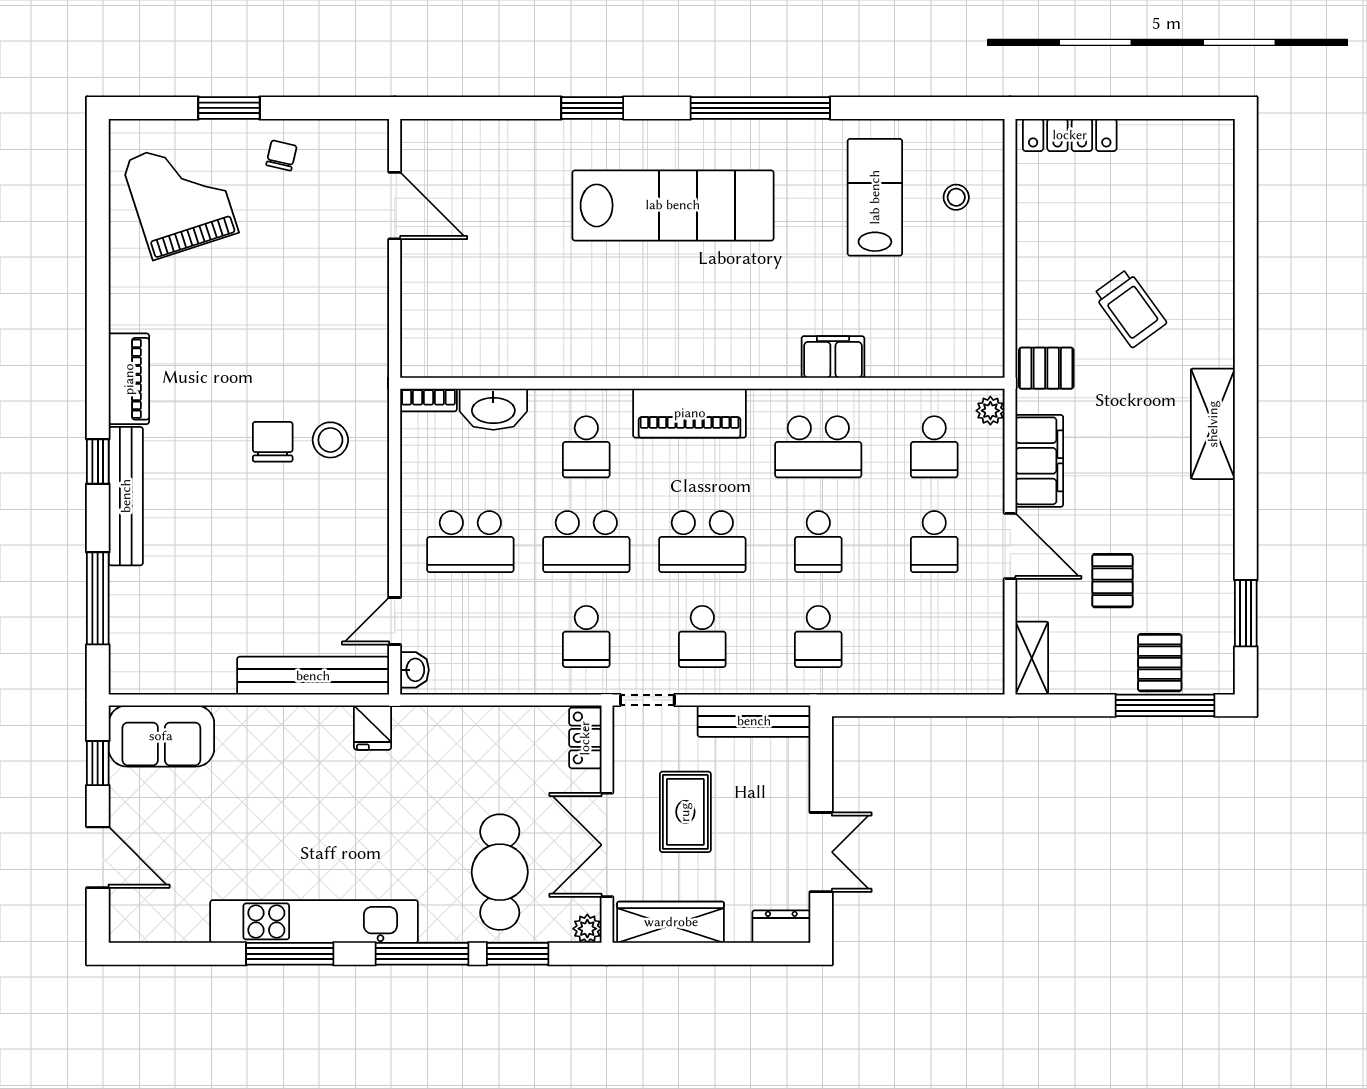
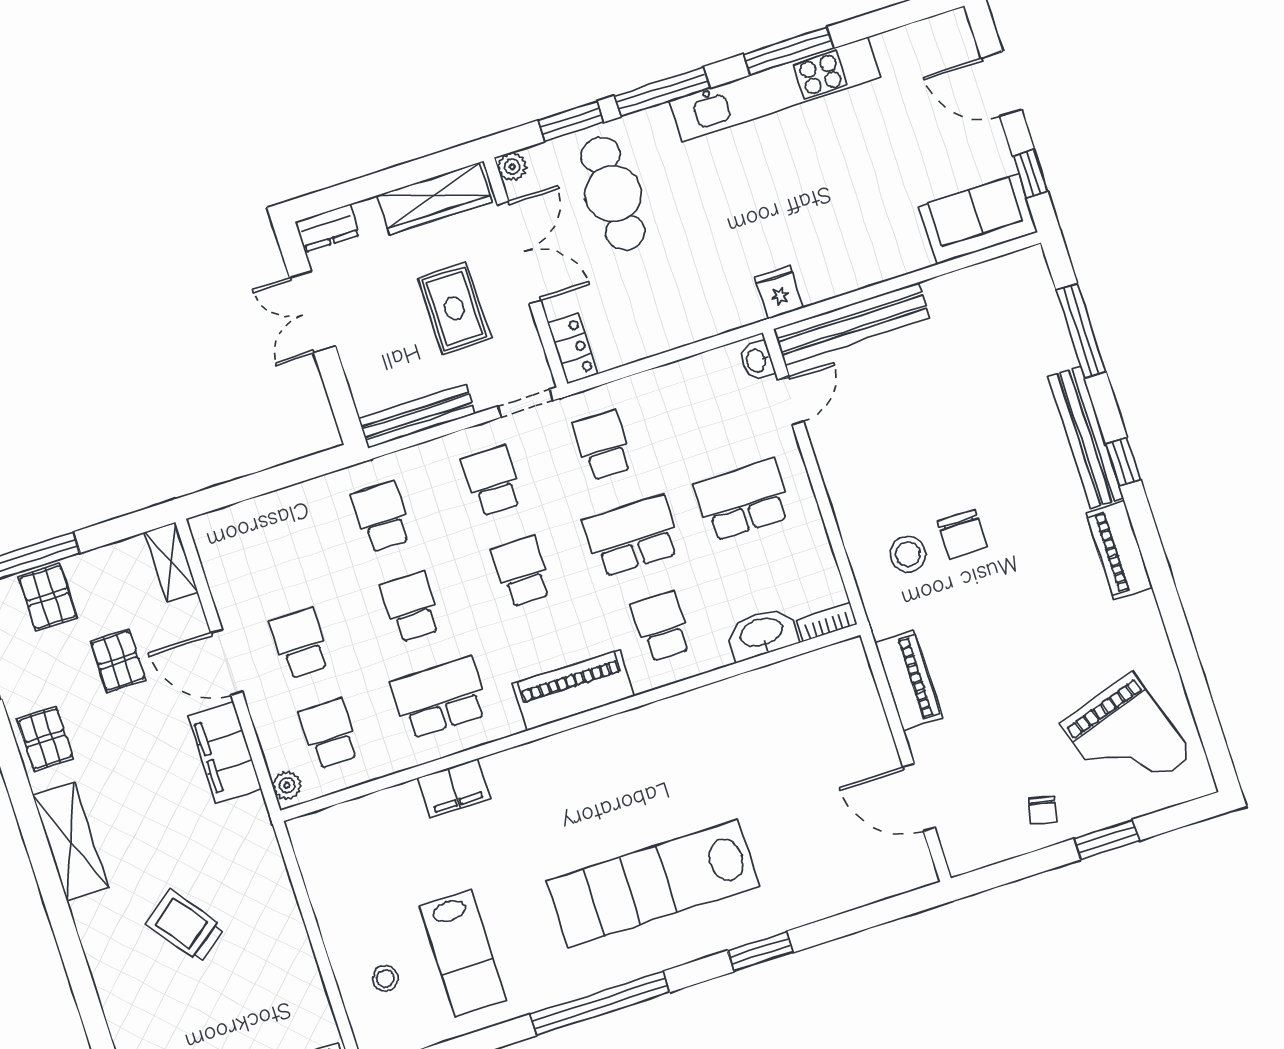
piano: (369, 320) -> (908, 680), added
pallet: (1046, 368) -> (45, 739), moved, turned 90
school desk: (702, 542) -> (522, 572), width x0.54

